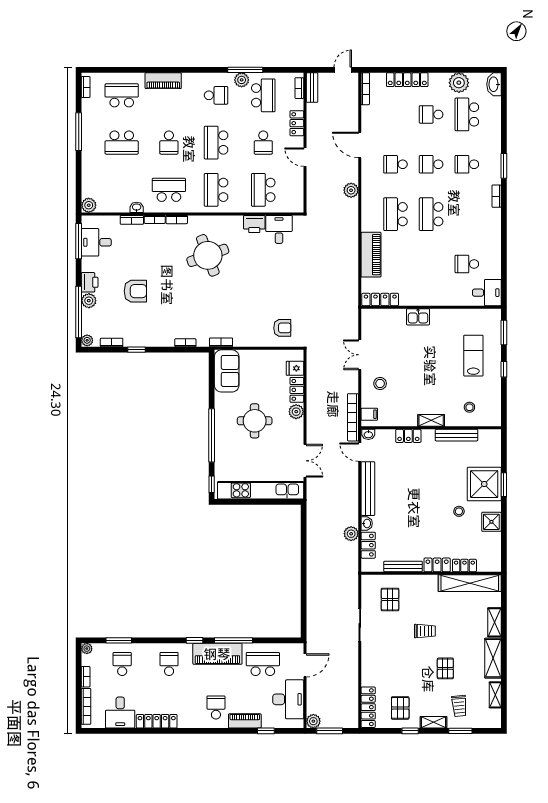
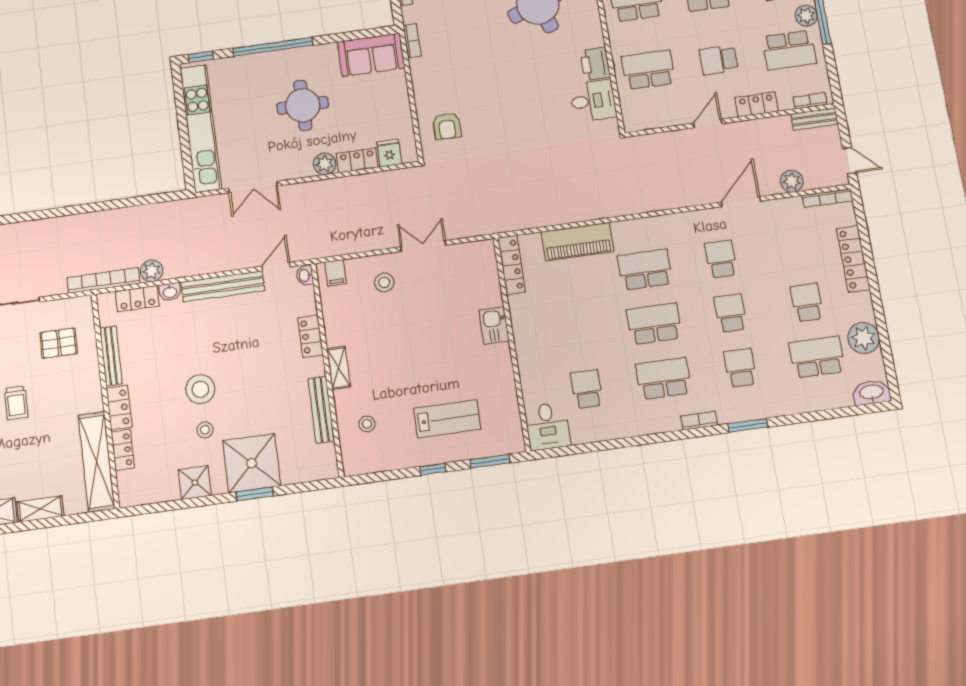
plant: (351, 190) -> (792, 181), moved
school desk: (467, 214) -> (663, 378), added
bookcase: (353, 417) -> (104, 280), moved
stool: (433, 511) -> (200, 389), added

